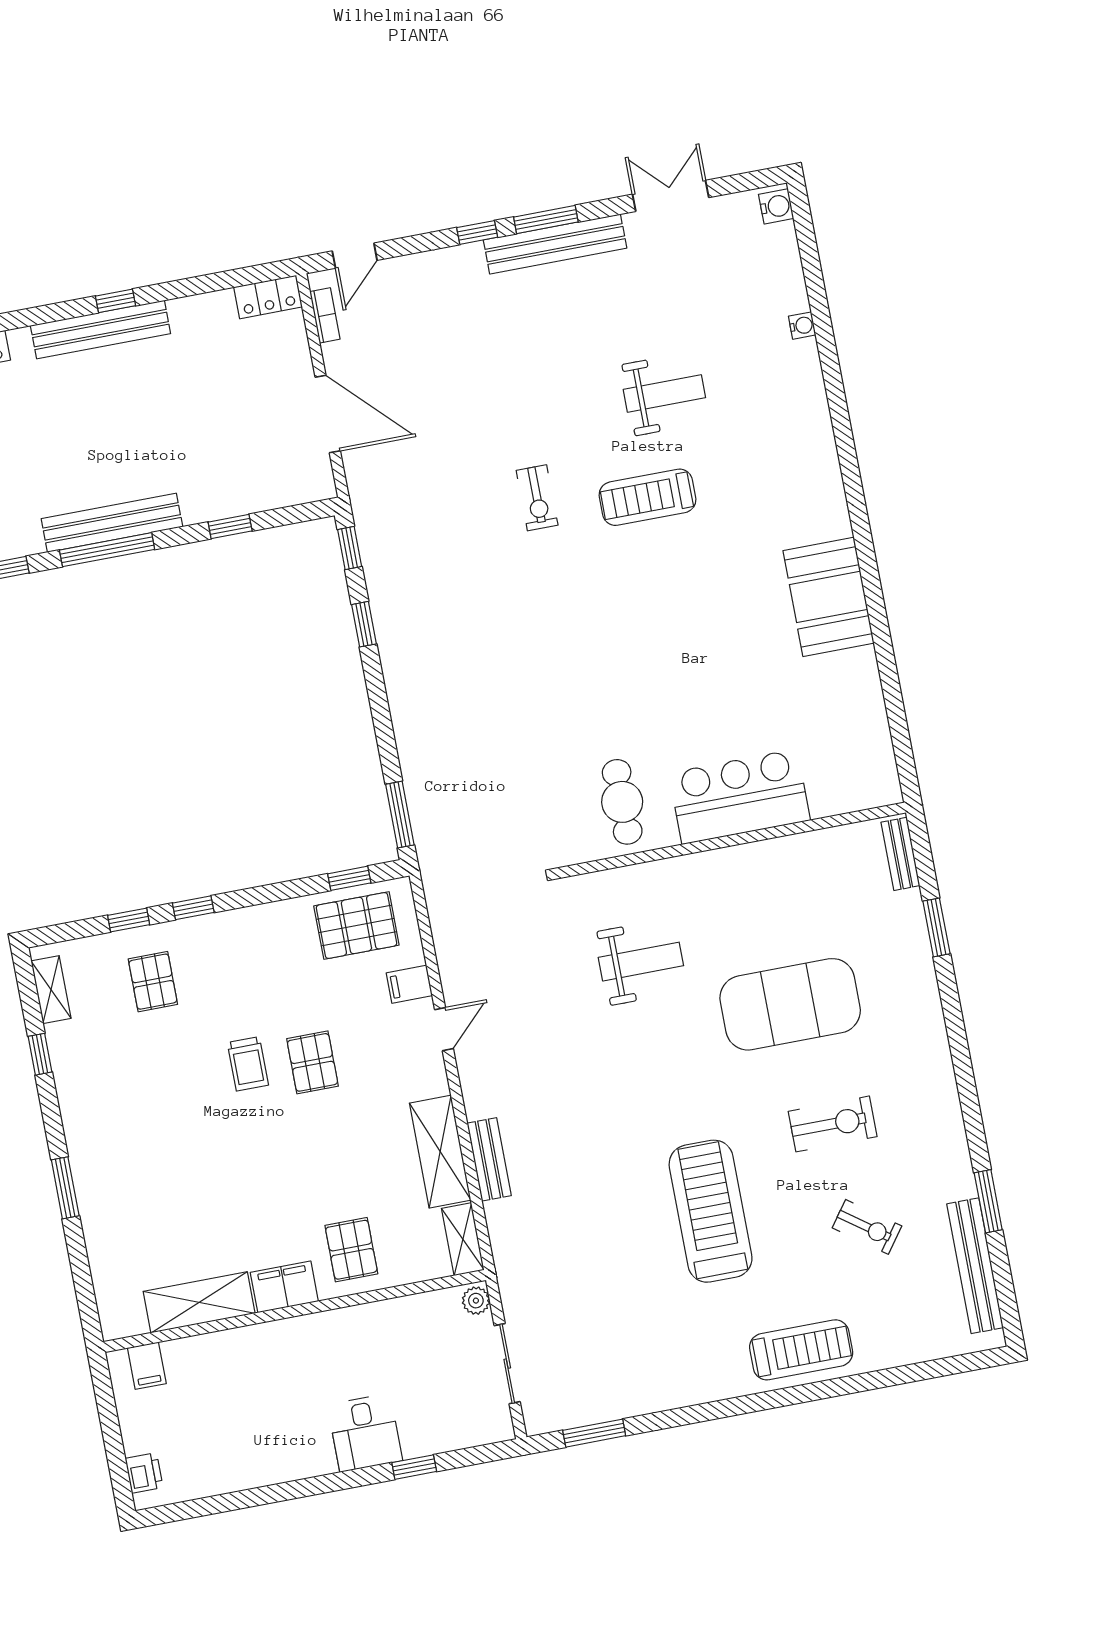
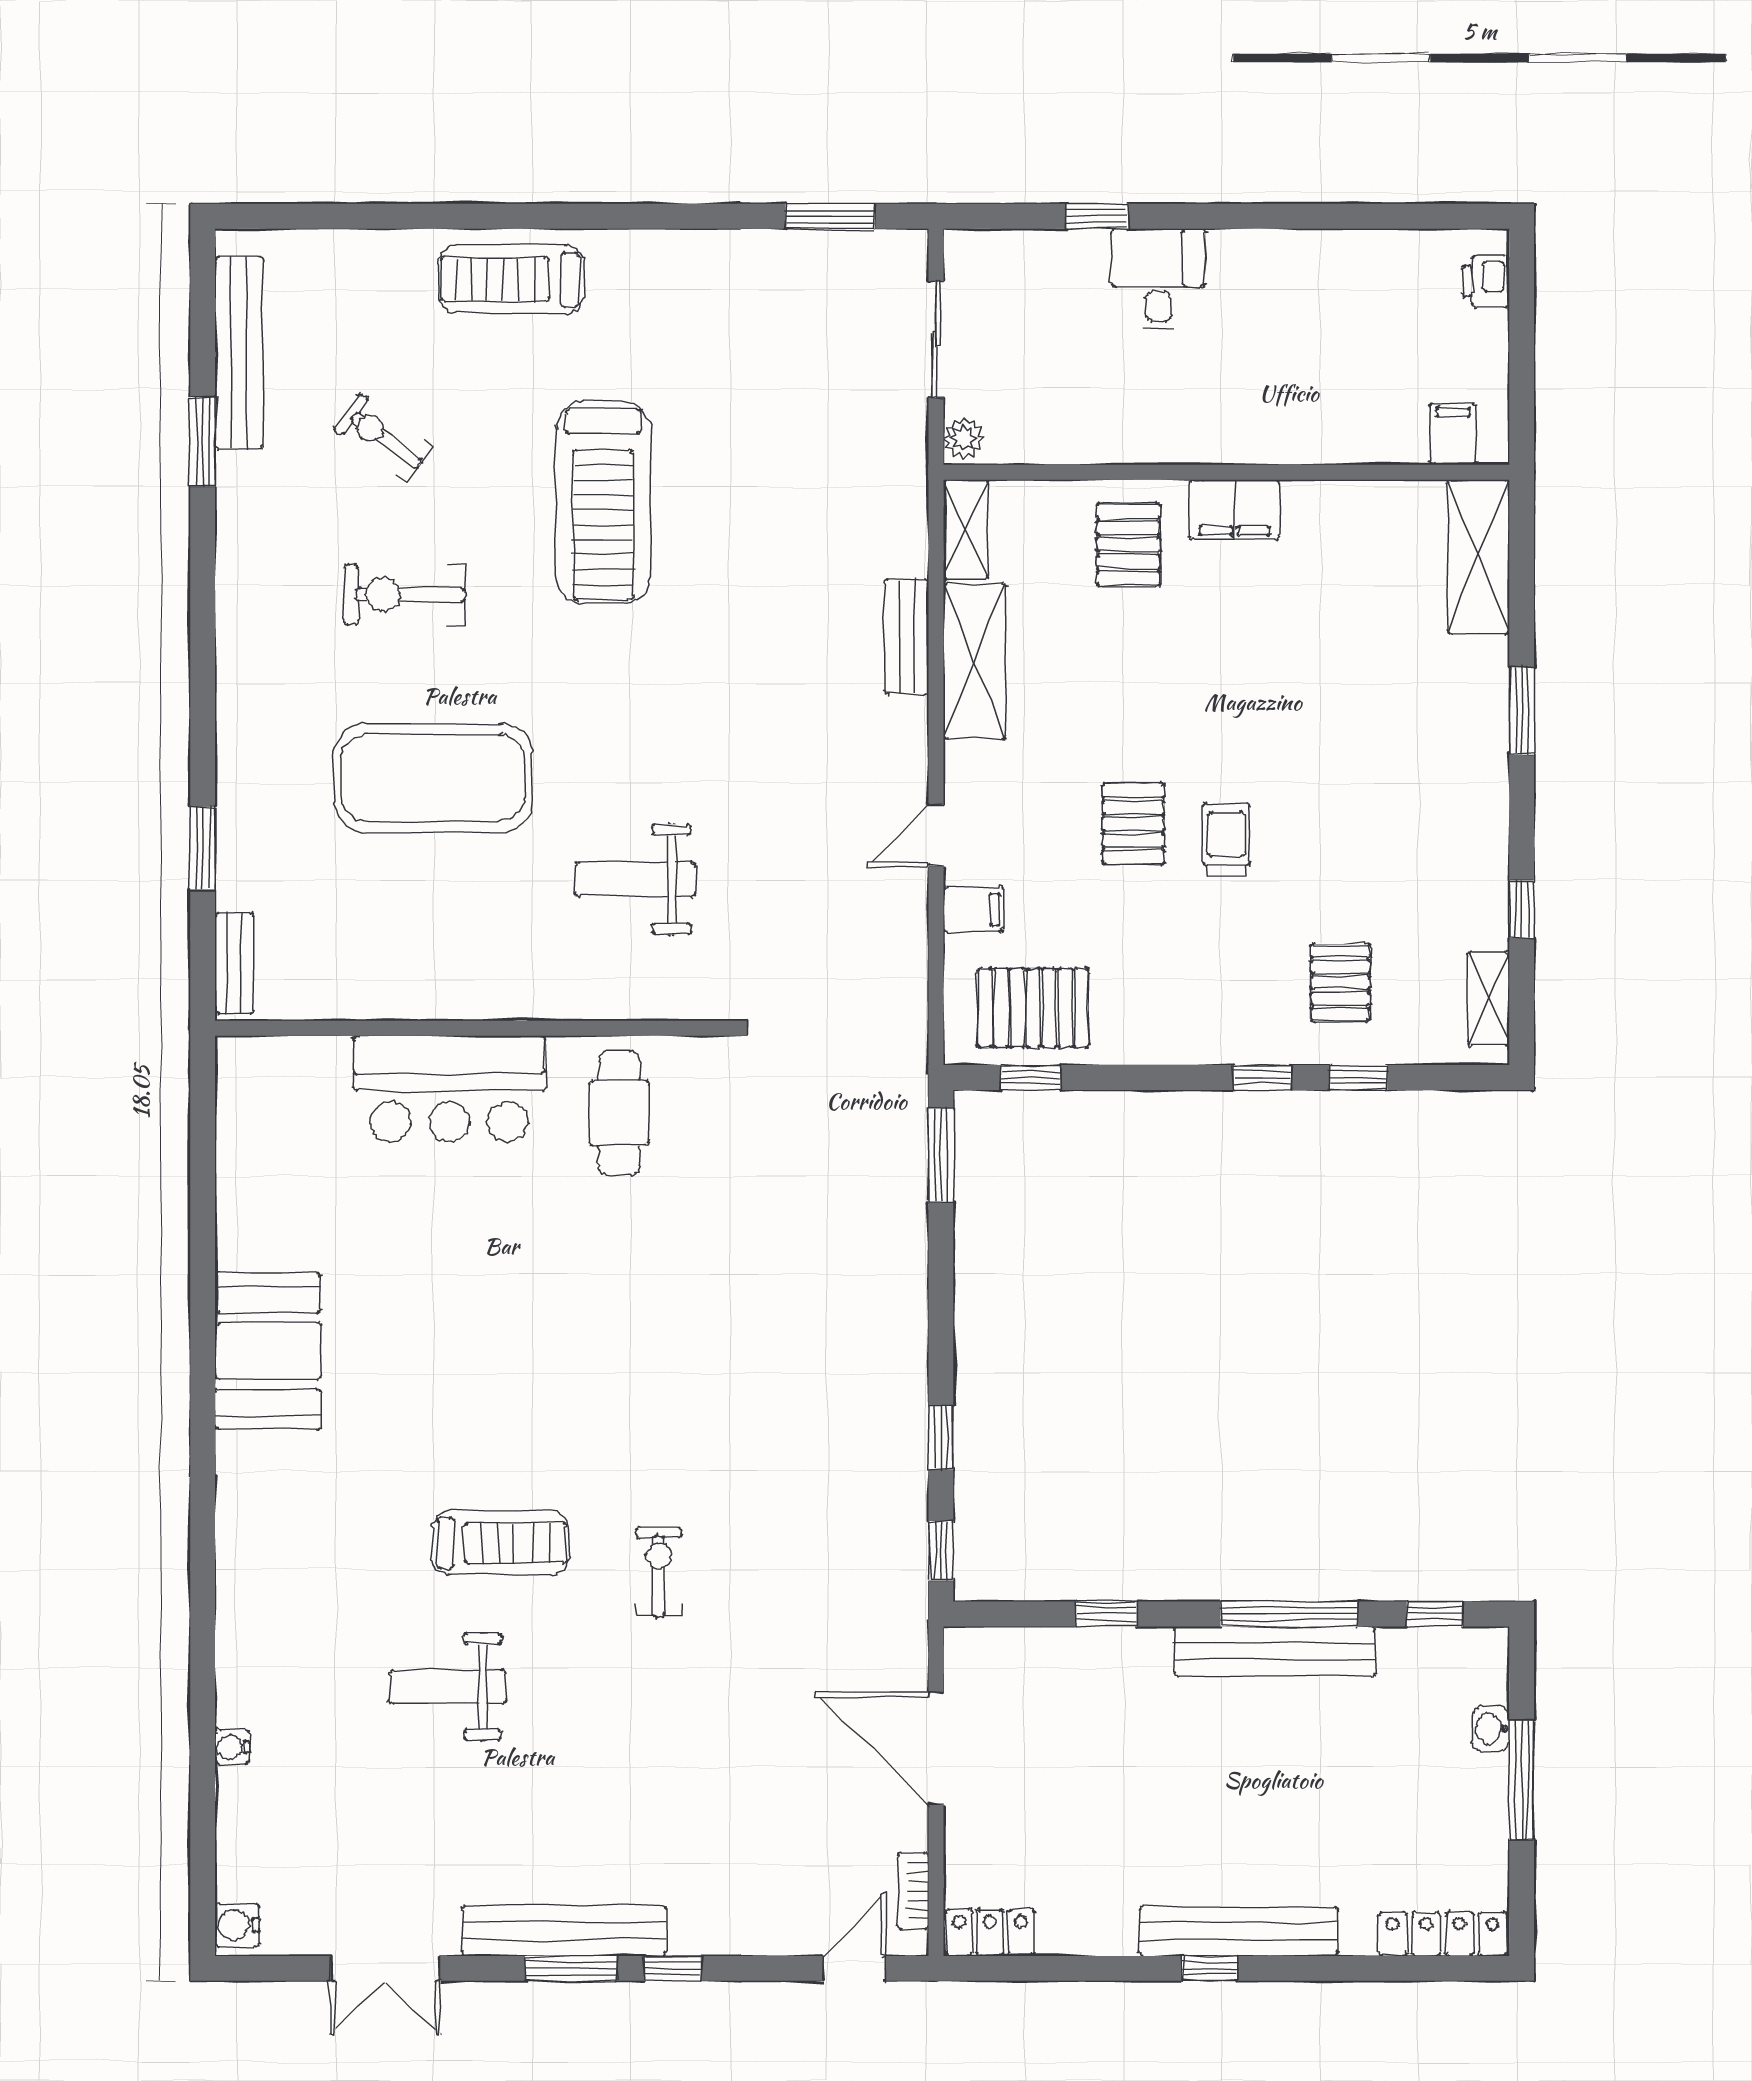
shelving: (199, 1302) -> (1478, 557), moved, turned 90

